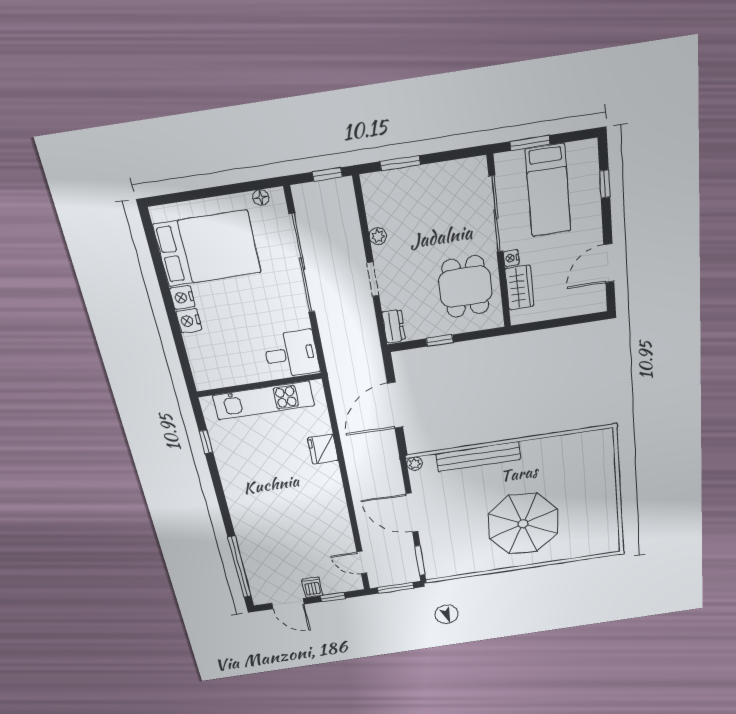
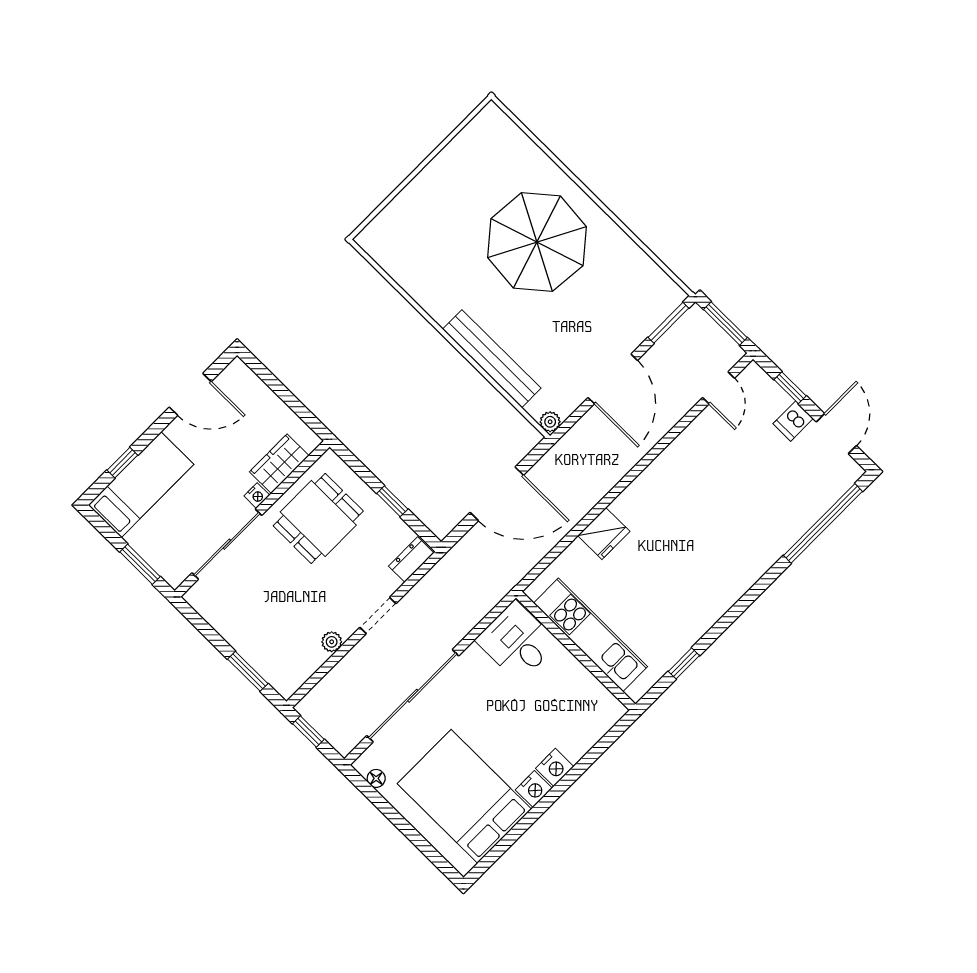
bed: (548, 191) -> (141, 485), moved

